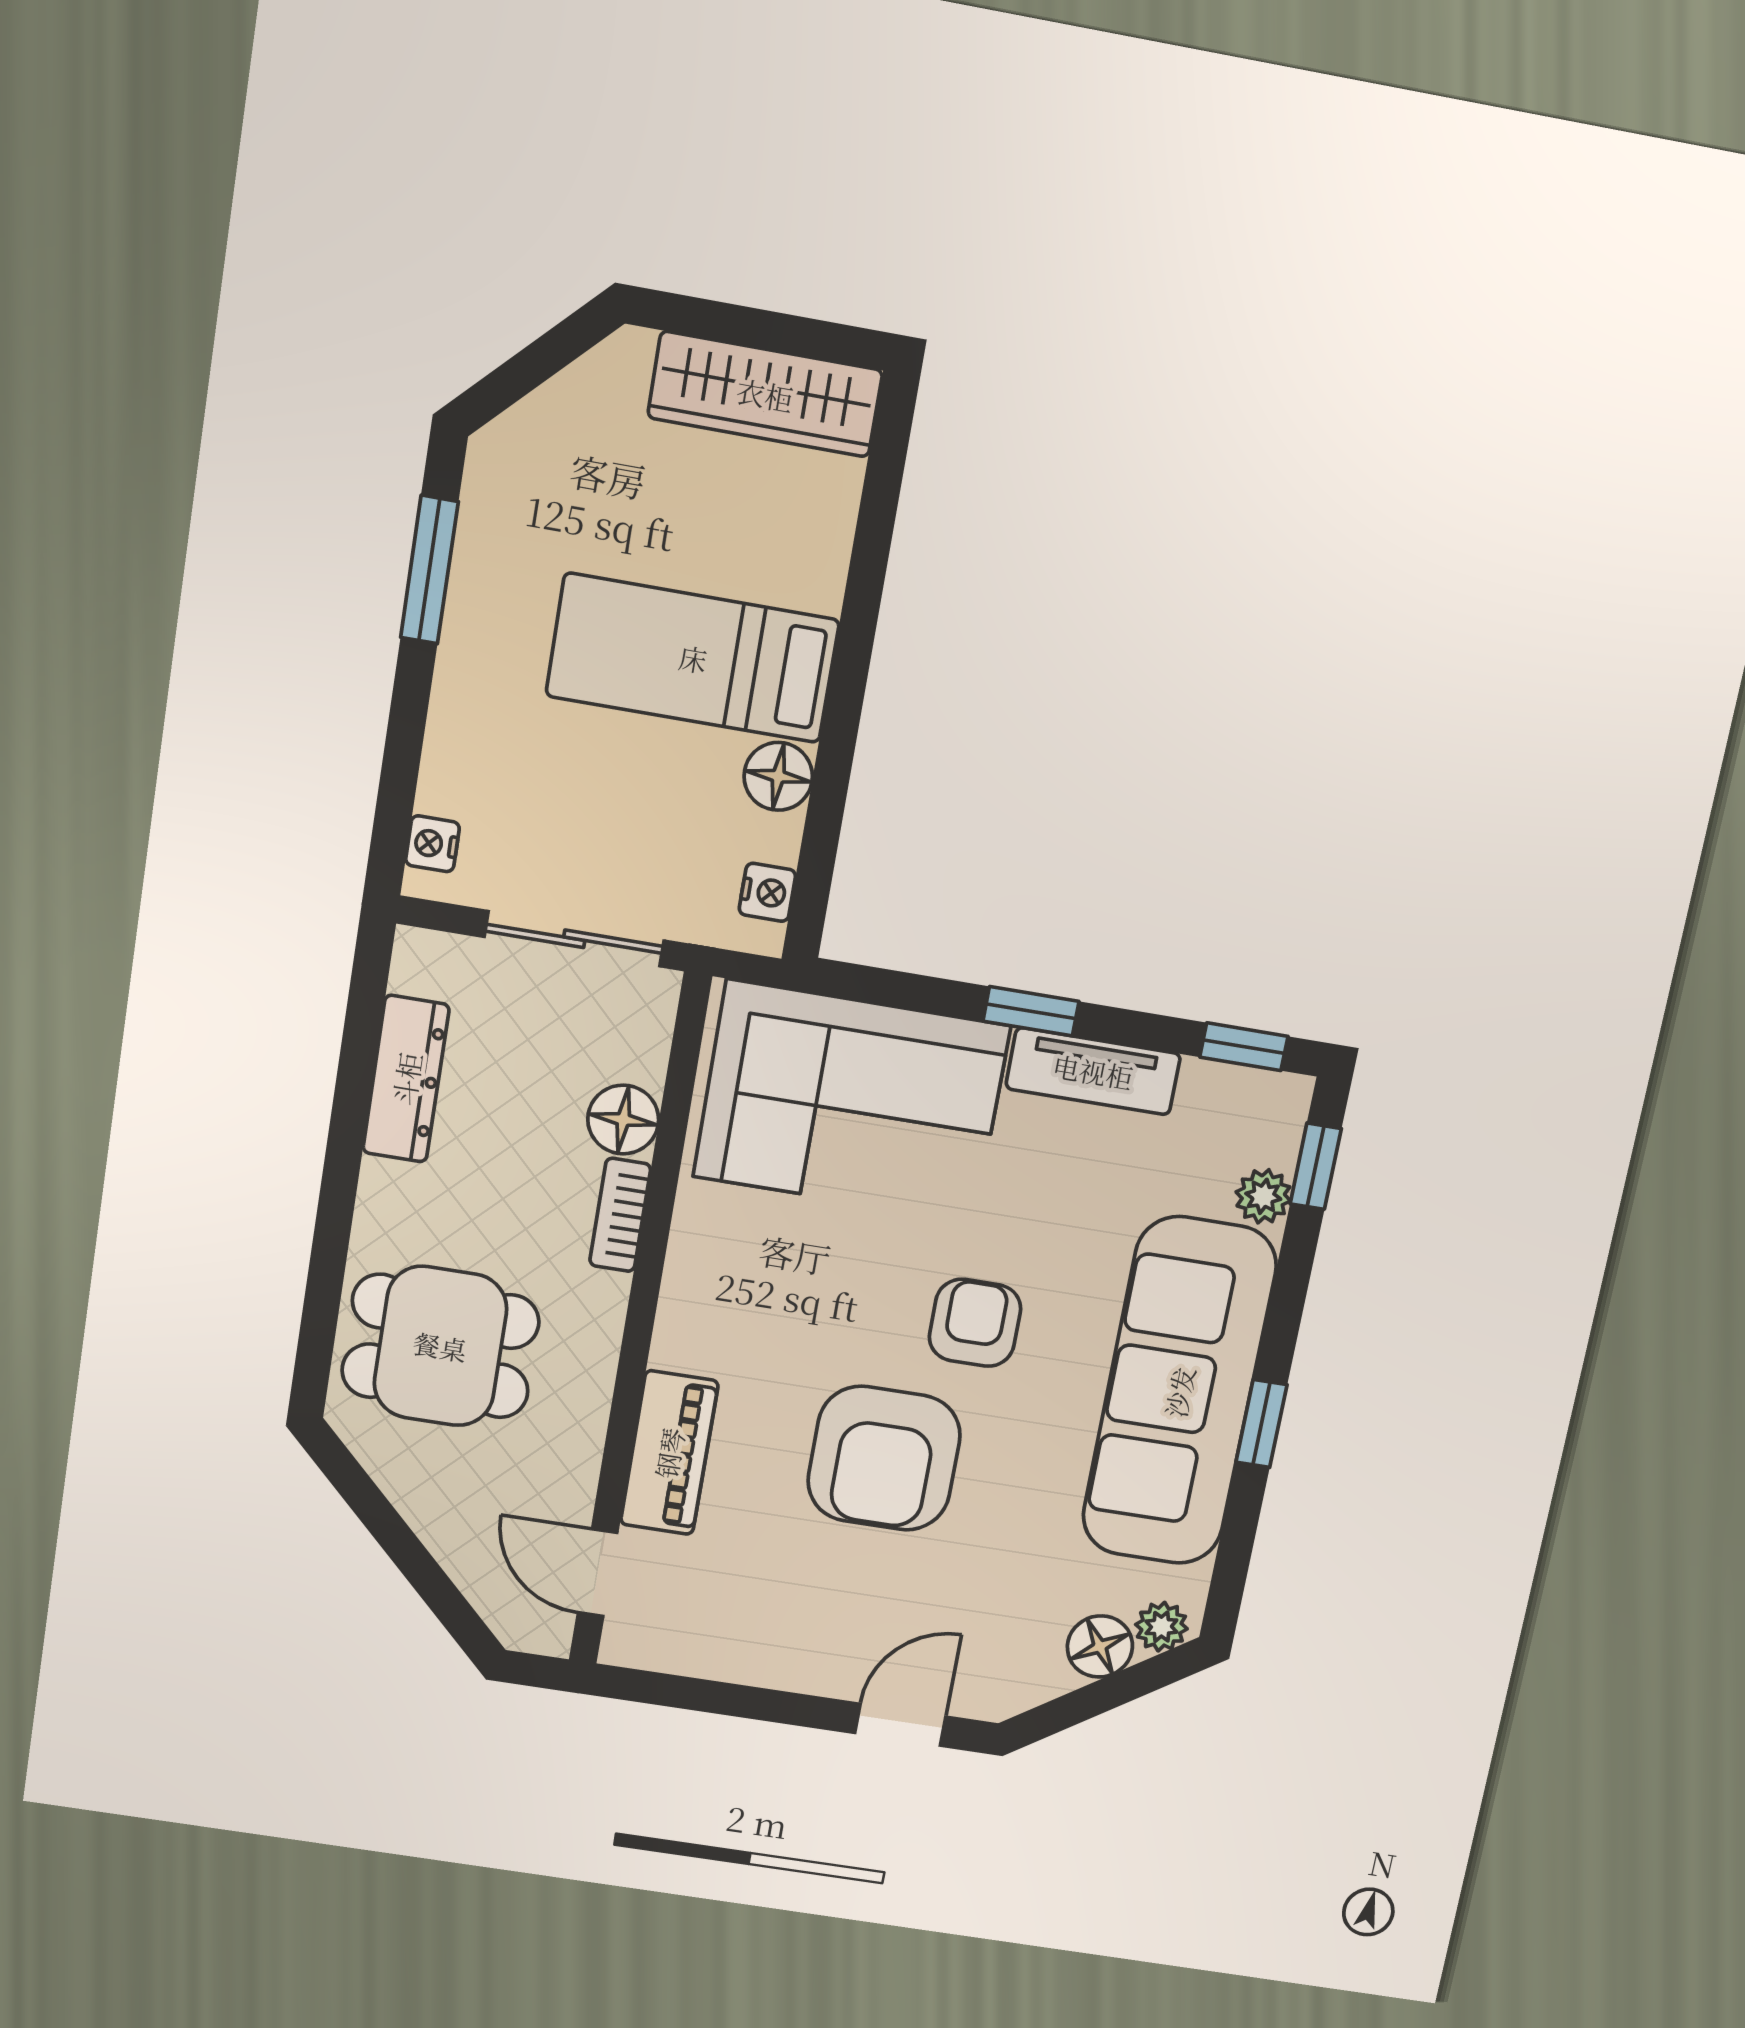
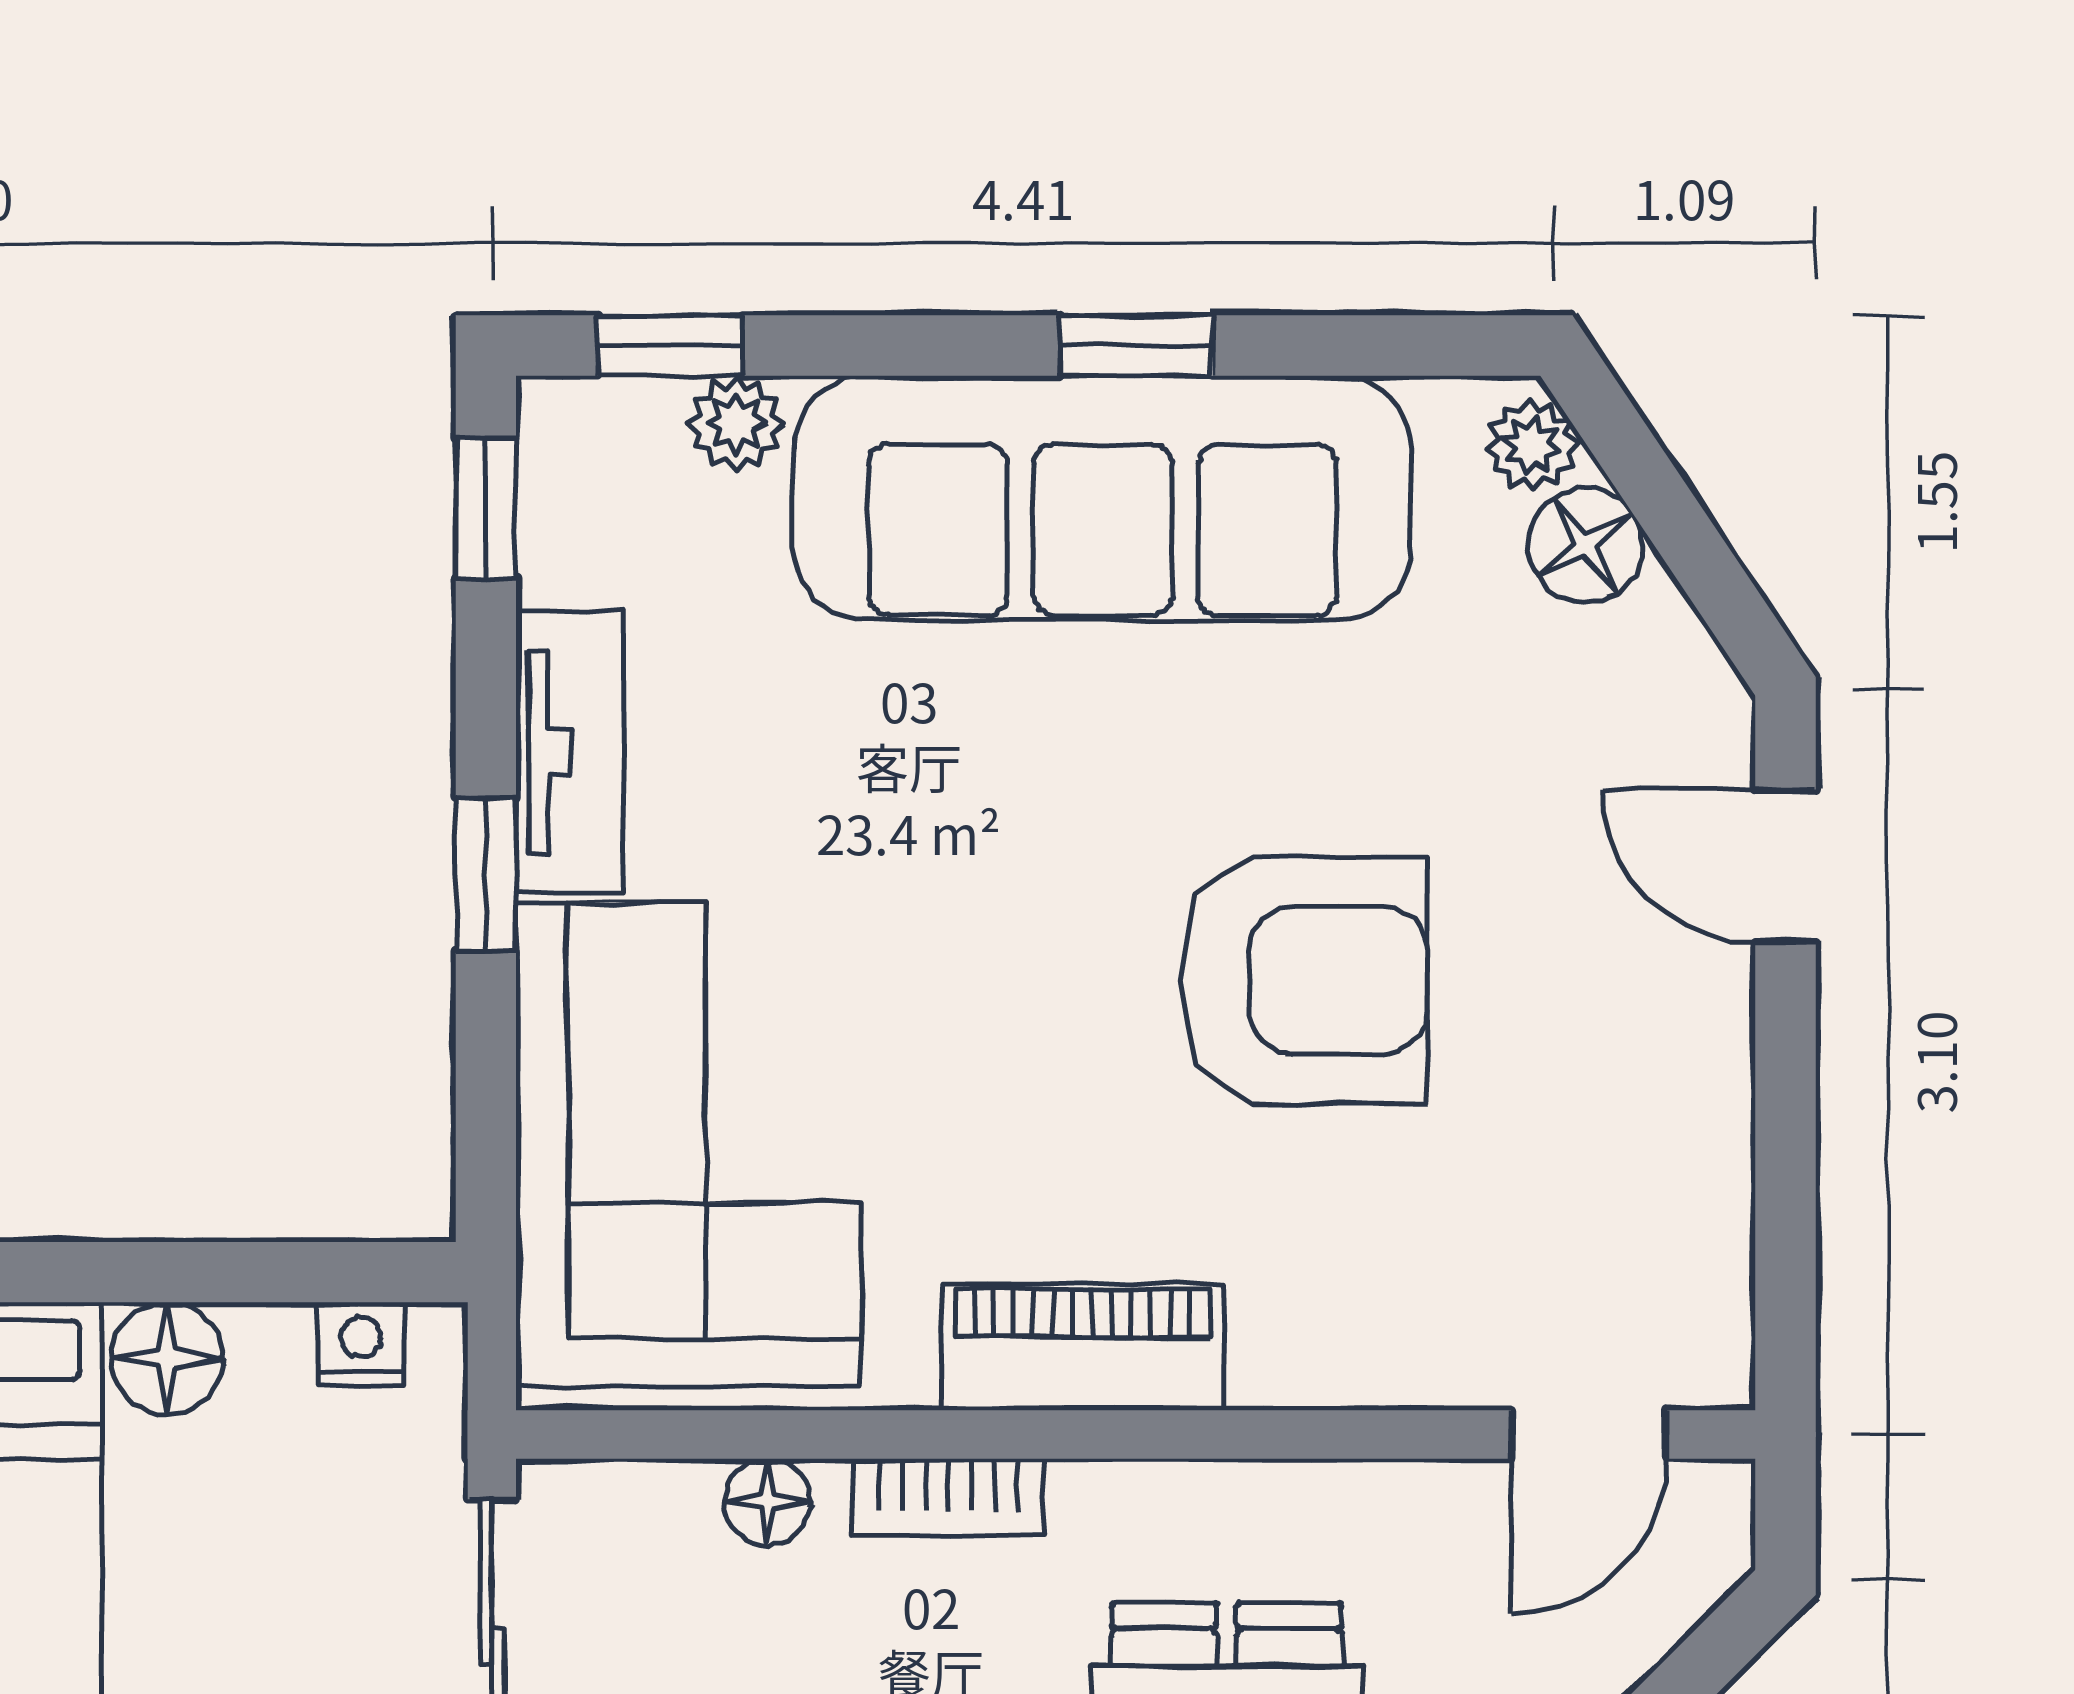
floor lamp: (623, 1120) -> (767, 1502), width x0.73, depth x0.73
armchair: (975, 1323) -> (1038, 869), removed
piano: (669, 1453) -> (1082, 1347), moved

